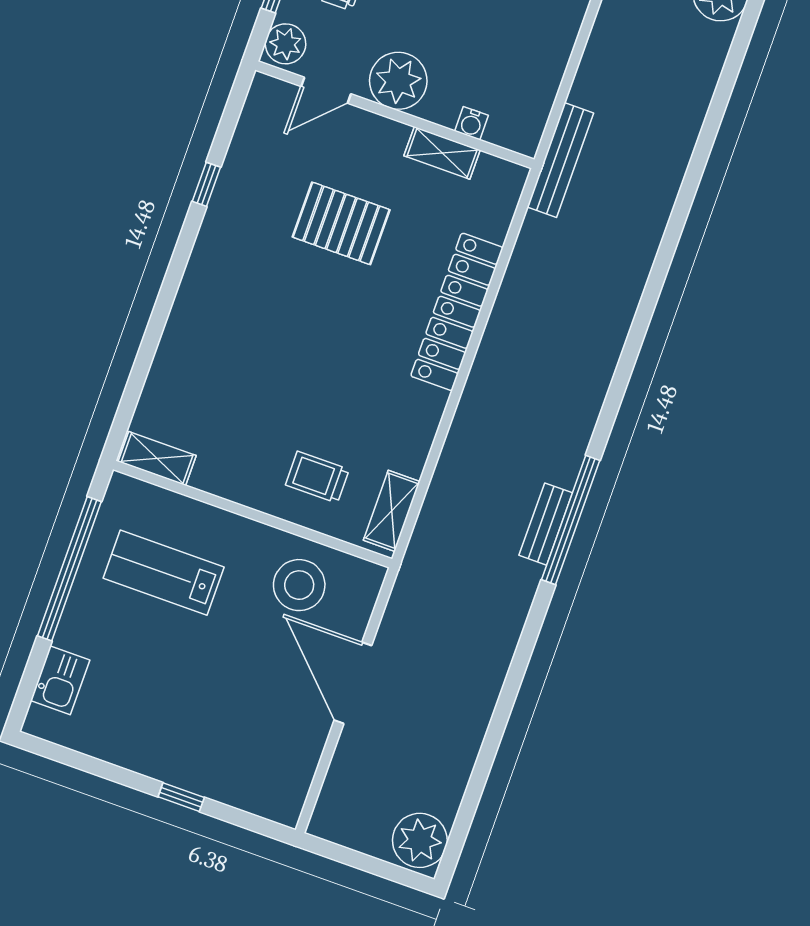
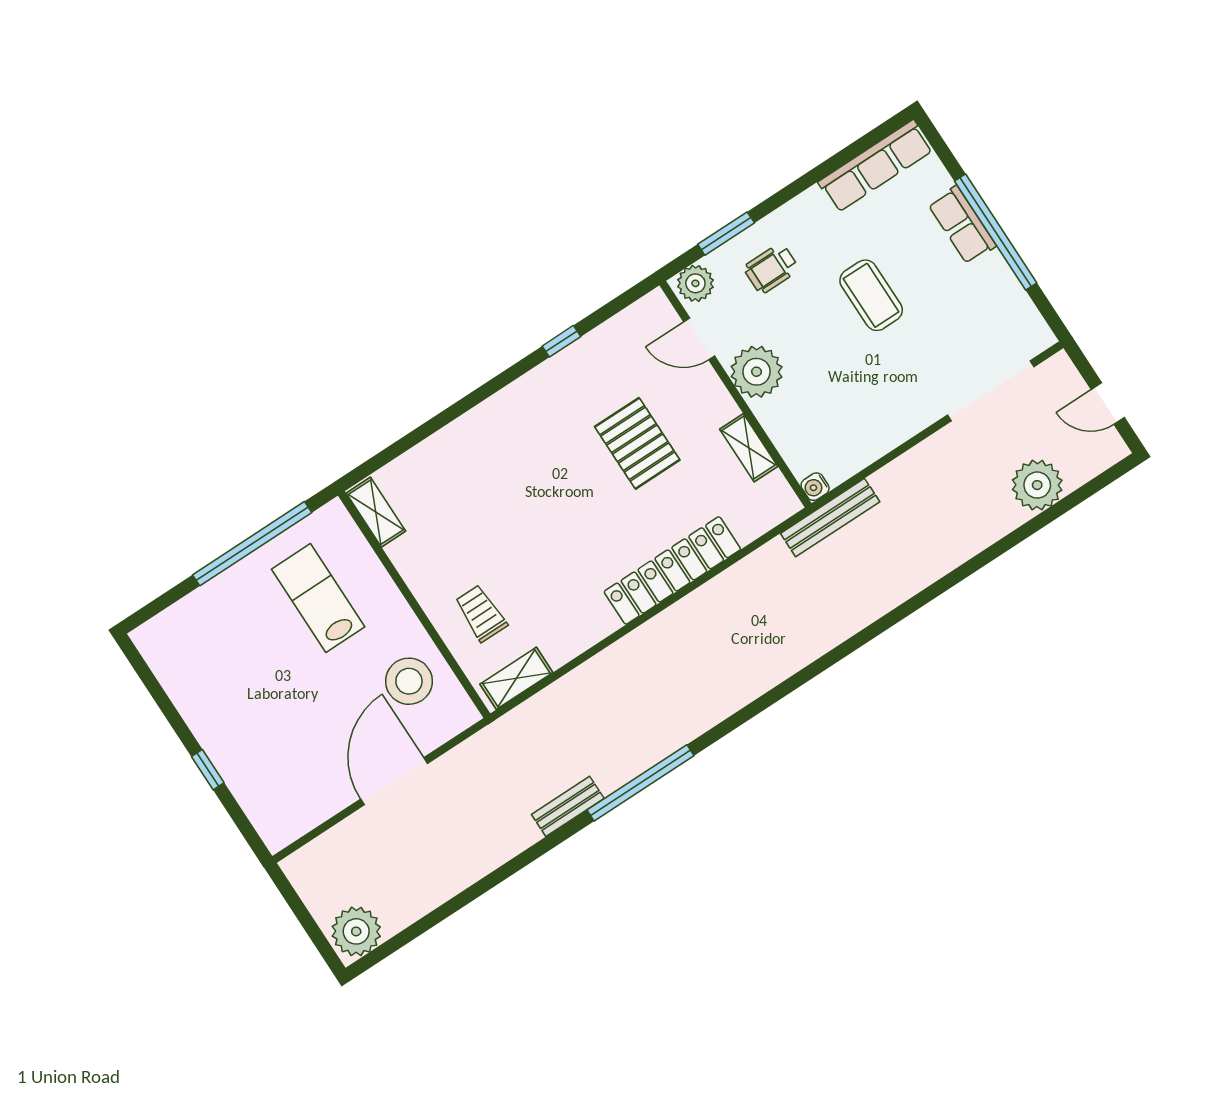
water cooler: (471, 123) -> (815, 487), moved
bench: (546, 524) -> (568, 806), moved
kitchen sink: (60, 680) -> (184, 619), removed

